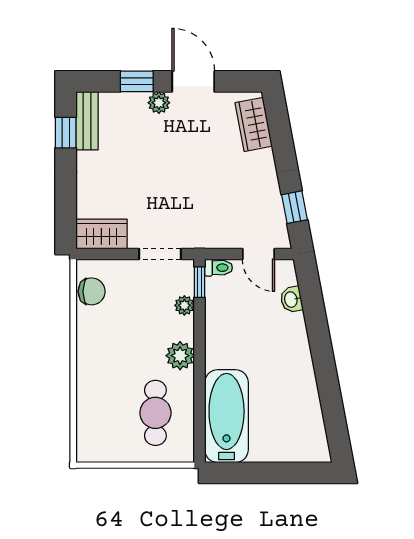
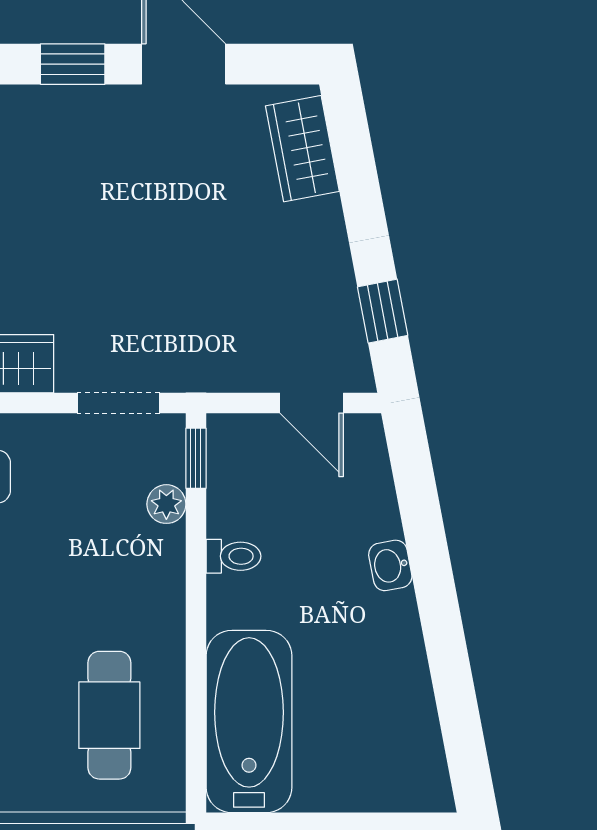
plant: (159, 103) -> (116, 106), removed
toilet: (219, 268) -> (233, 556), moved
washbasin: (291, 299) -> (390, 565), moved
plant: (180, 356) -> (158, 603), removed

